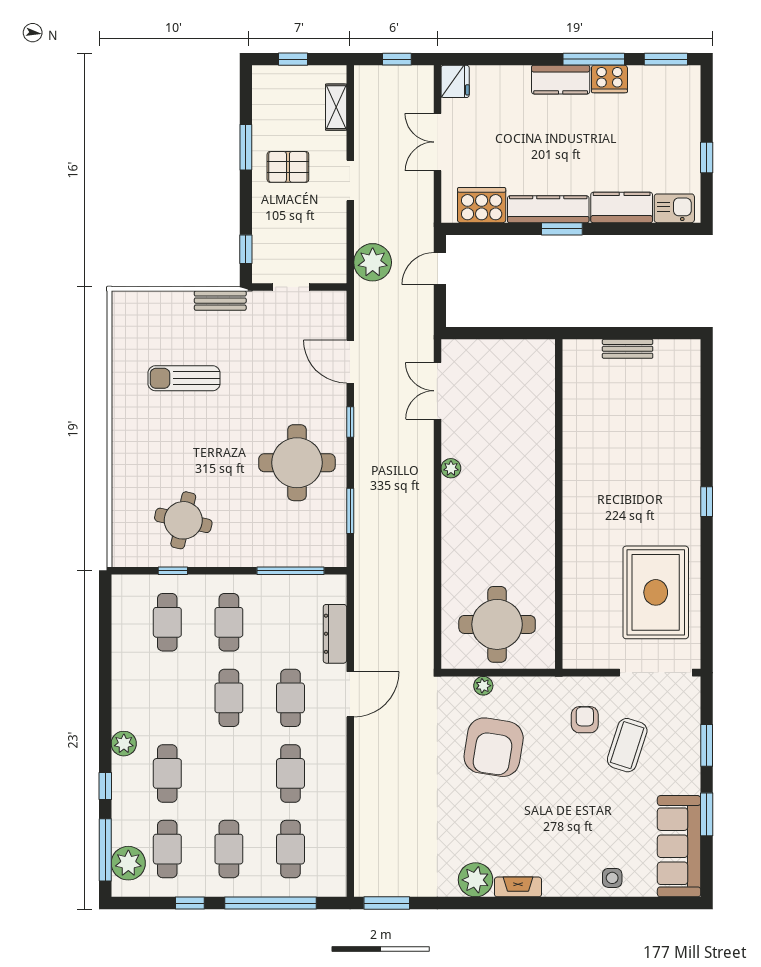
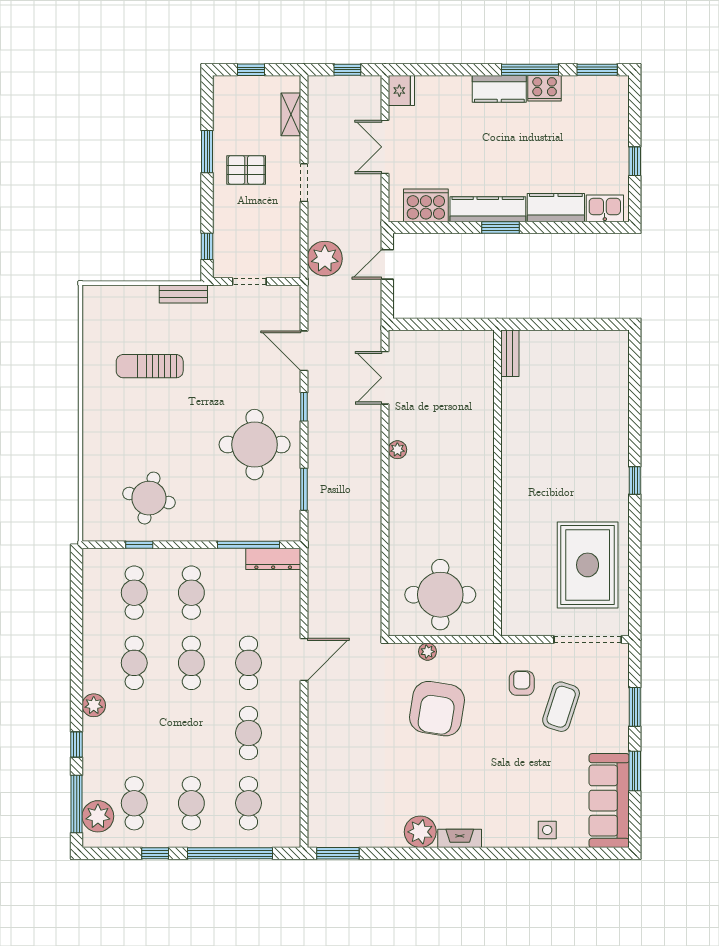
bench: (628, 349) -> (510, 353), moved, turned 90
dresser: (335, 634) -> (273, 559), moved, turned -90
cafe table: (167, 773) -> (134, 663), moved

